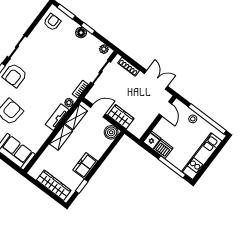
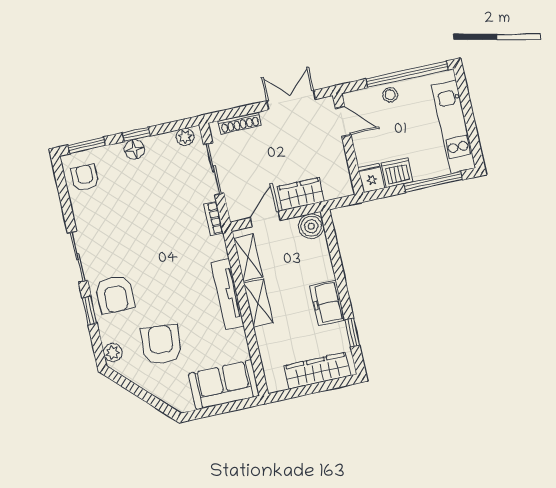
plant: (69, 103) -> (219, 250), removed
tv unit: (57, 117) -> (227, 294), width x1.41

